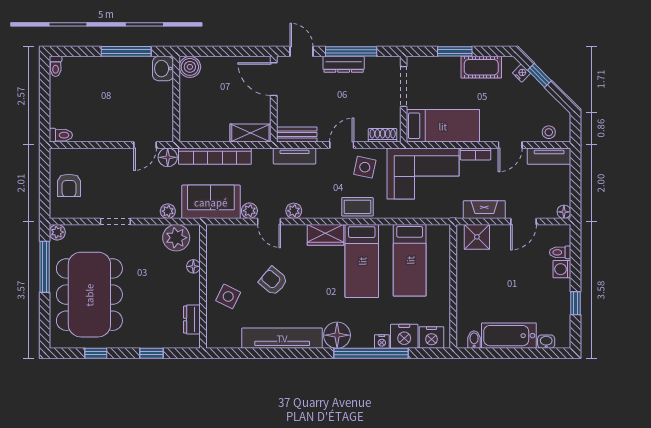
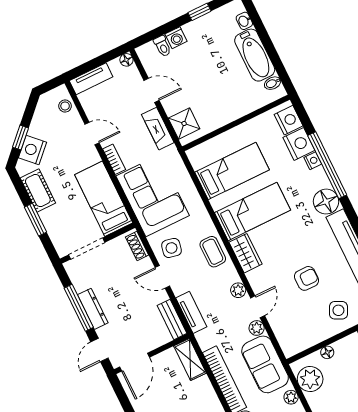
nightstand: (522, 73) -> (32, 150), width x1.89, depth x1.79
tv unit: (549, 156) -> (91, 79), moved, turned 90
coffee table: (357, 207) -> (213, 252), moved
armchair: (273, 281) -> (306, 278), turned -130

